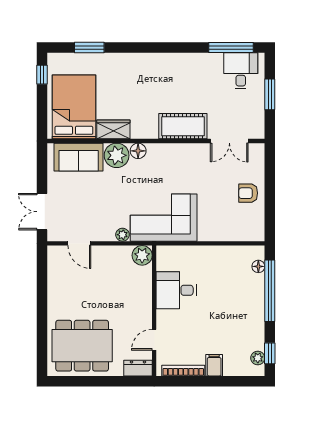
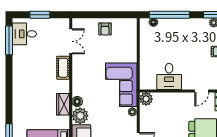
cot: (183, 126) -> (63, 68), width x0.73, depth x0.75
wardrobe: (113, 129) -> (63, 104), moved
door: (154, 340) -> (202, 91), hinge flipped

